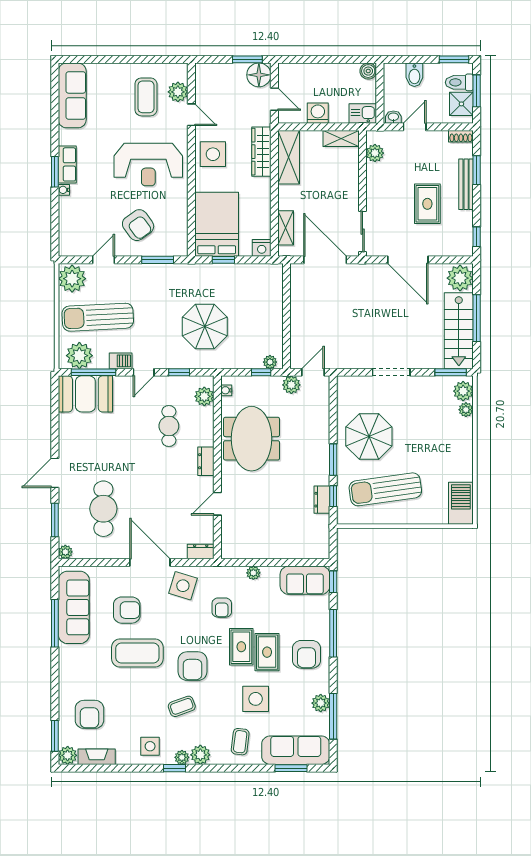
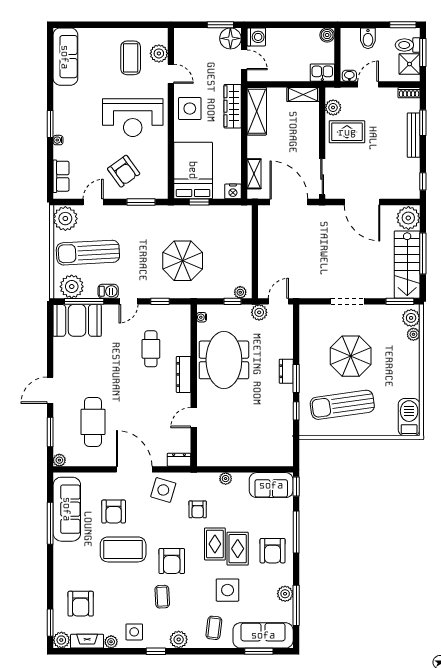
washing machine: (318, 113) -> (256, 37), moved, turned 90
row of seats: (67, 164) -> (61, 176), moved
rug: (427, 204) -> (347, 132), moved, turned 90
plant: (204, 396) -> (182, 323), removed
parasol: (369, 437) -> (351, 356), moved
dresser: (206, 461) -> (184, 374), width x1.44
dresser: (322, 500) -> (286, 371), moved
armchair: (127, 610) -> (114, 512), turned 90
coffee table: (182, 706) -> (162, 597), turned -73
plant: (182, 757) -> (111, 642), moved

